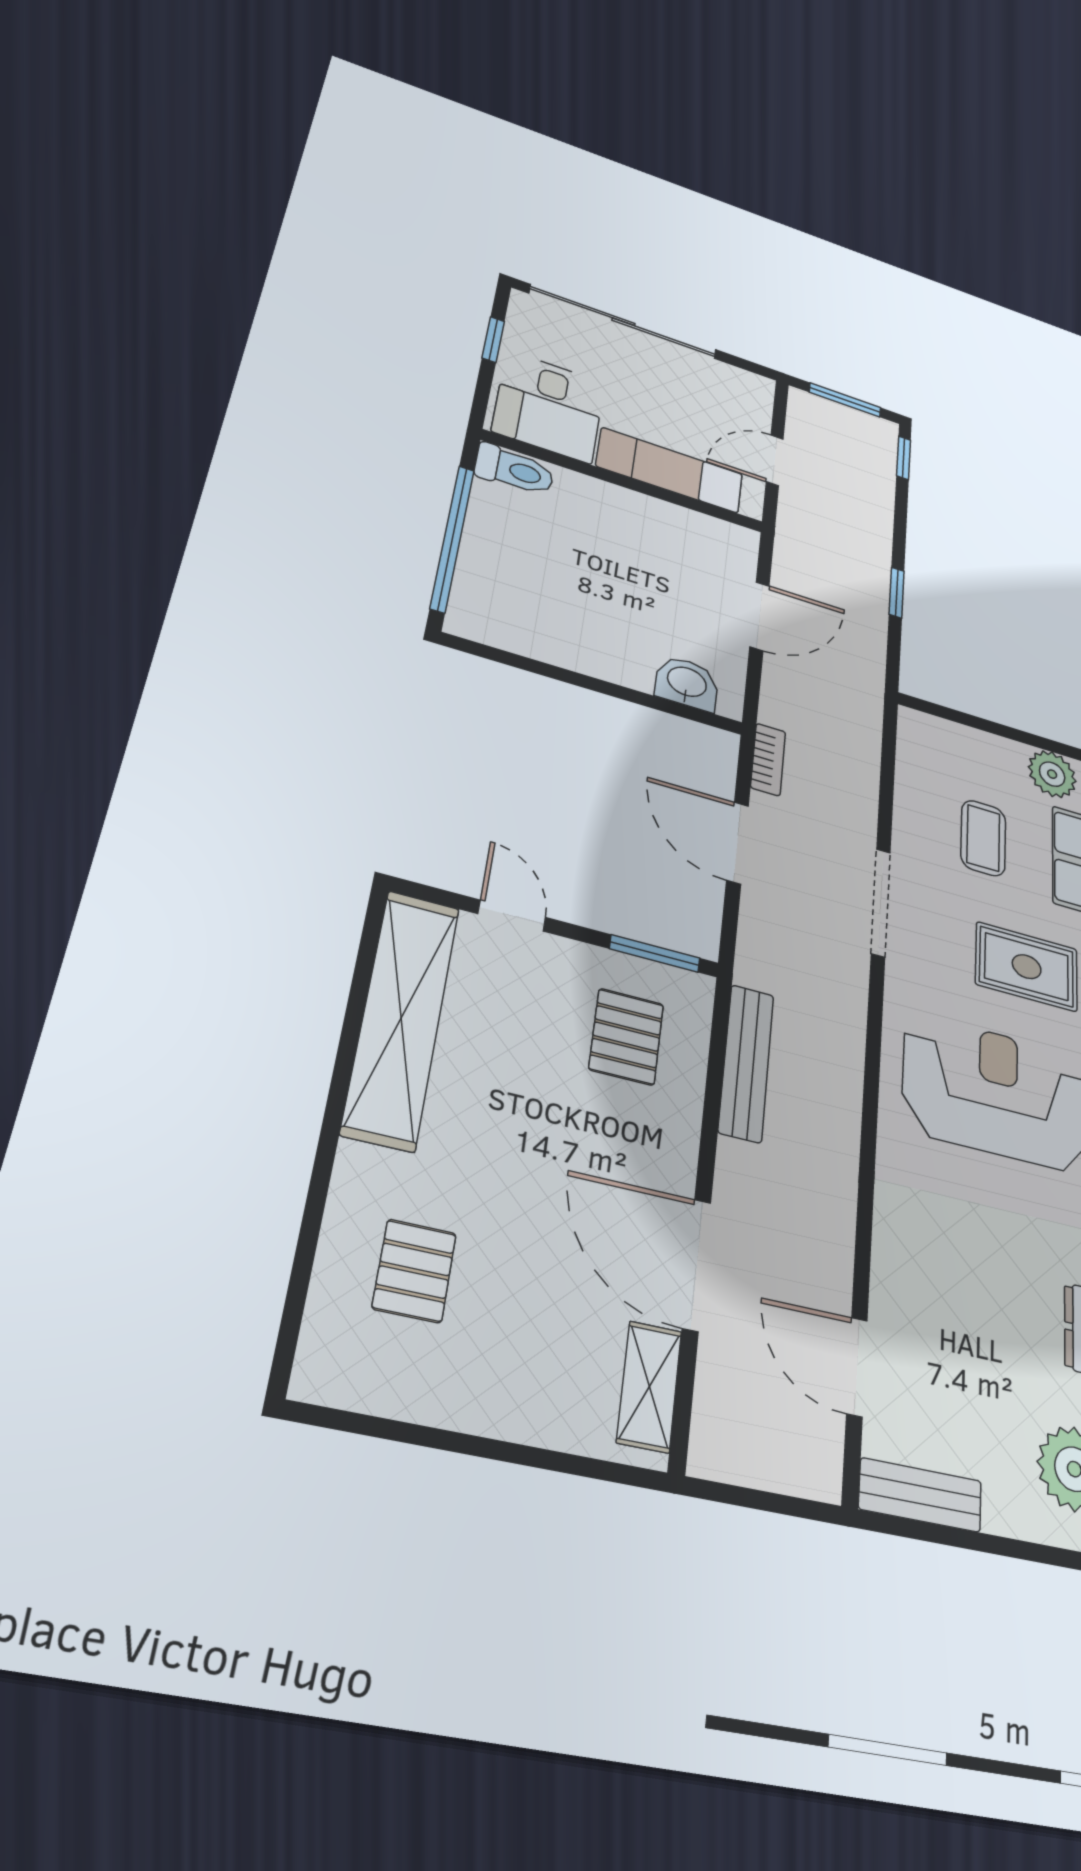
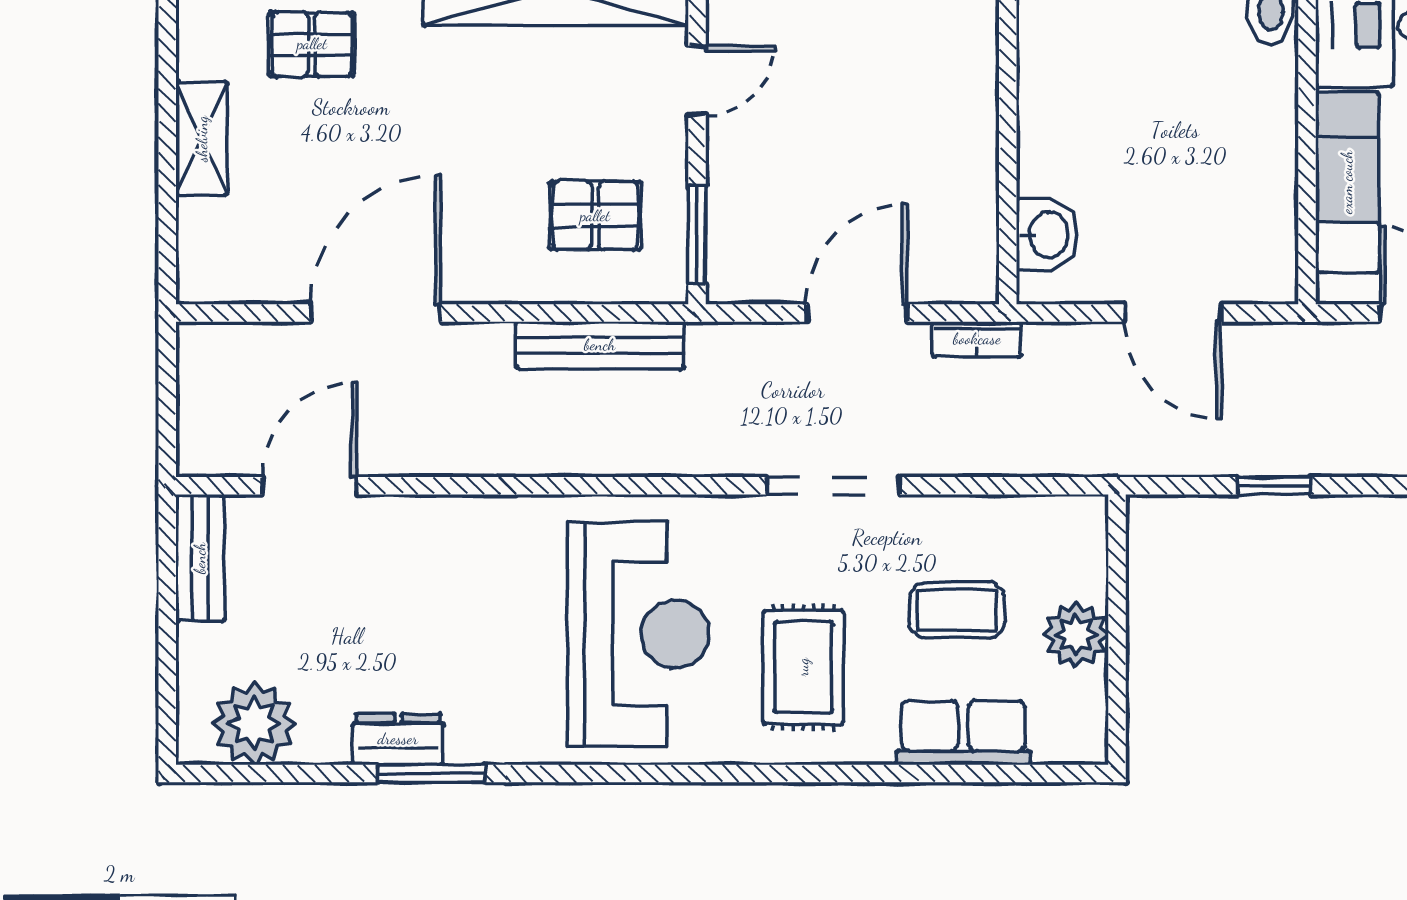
plant: (1052, 774) -> (1076, 635), moved
shelving: (649, 1386) -> (202, 139), moved, turned 90

